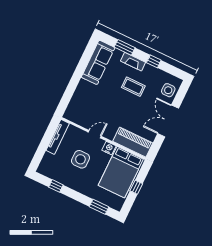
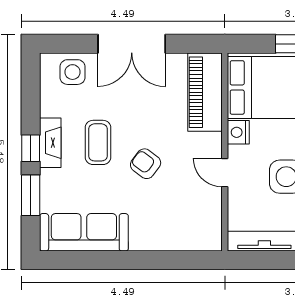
window: (154, 61) -> (31, 148), moved
fireplace: (133, 62) -> (50, 143), moved
armchair: (115, 102) -> (146, 164), added

